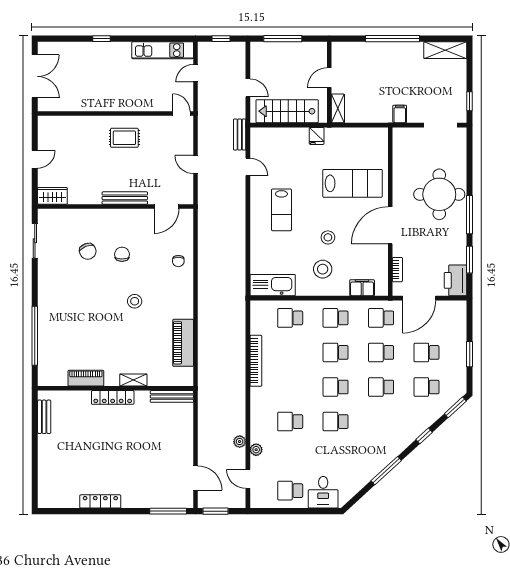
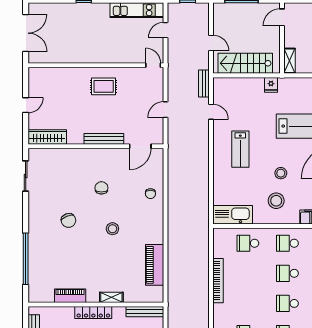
door: (329, 78) -> (282, 17), moved
door: (195, 165) -> (165, 110), hinge flipped
wardrobe: (52, 196) -> (47, 137), width x1.50
chair: (88, 251) -> (69, 220), moved

